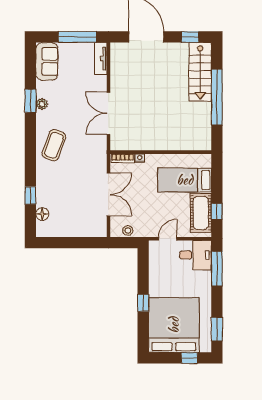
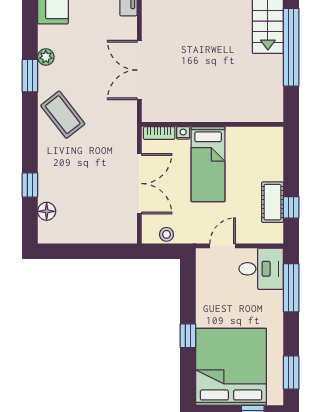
window: (30, 101) -> (30, 76), moved
coffee table: (54, 145) -> (63, 115), turned -58
bed: (185, 180) -> (208, 164), moved, turned -90
cot: (201, 213) -> (272, 202), width x0.73, depth x0.75

